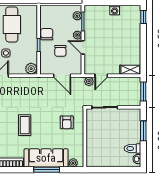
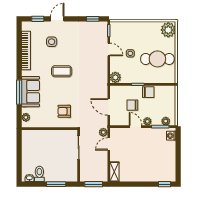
washing machine: (115, 10) -> (171, 136), moved
door: (83, 47) -> (136, 127), hinge flipped
door: (62, 76) -> (109, 107), hinge flipped
door: (101, 76) -> (109, 144), hinge flipped
sofa: (46, 158) -> (30, 92), width x0.73

